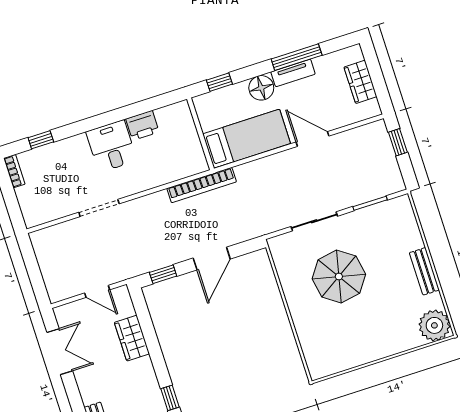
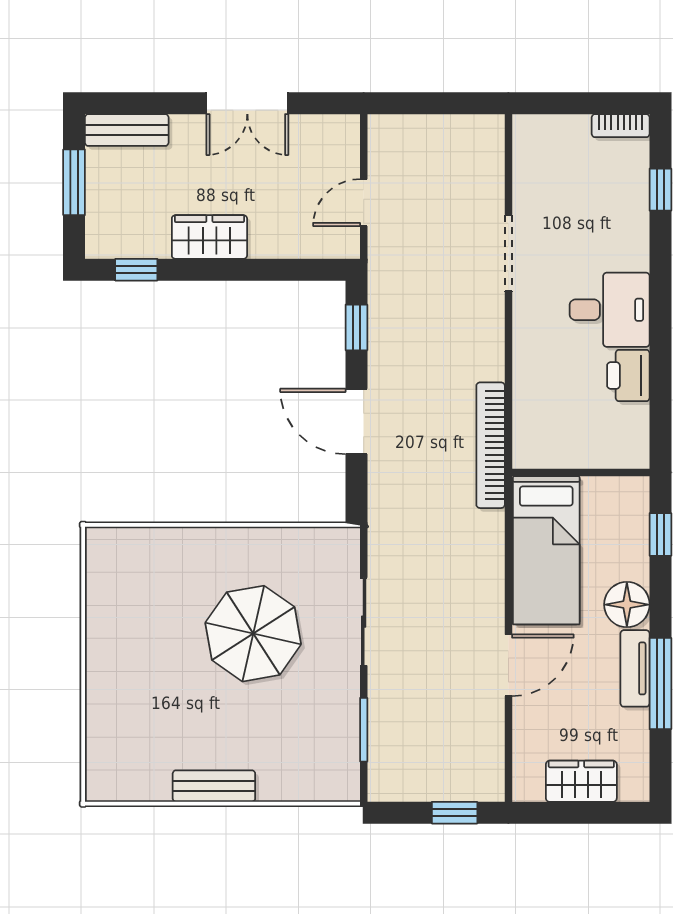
plant: (434, 325) -> (114, 773), removed
wardrobe: (132, 338) -> (209, 237), moved
double door: (60, 352) -> (247, 103), moved

